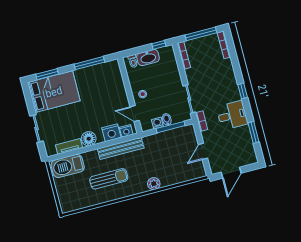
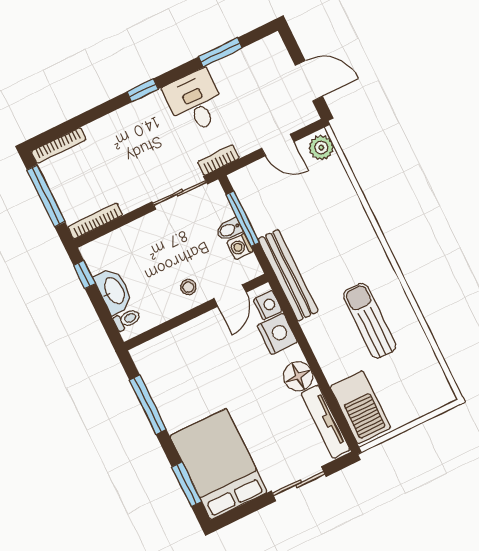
tv unit: (69, 146) -> (325, 422), width x1.41
bench: (121, 148) -> (288, 275), moved
plant: (154, 184) -> (321, 148), moved

